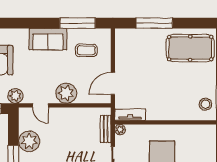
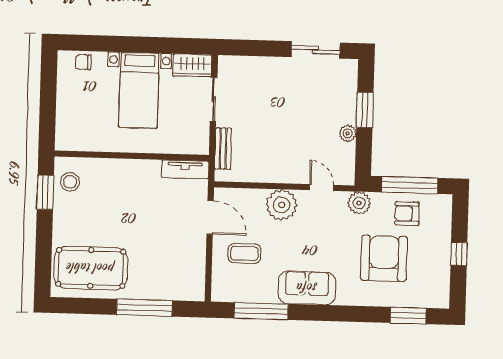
coffee table: (86, 50) -> (244, 253), moved
door: (113, 83) -> (210, 218), hinge flipped
plant: (120, 130) -> (201, 147), removed
plant: (29, 141) -> (348, 133), width x0.53, depth x0.53

